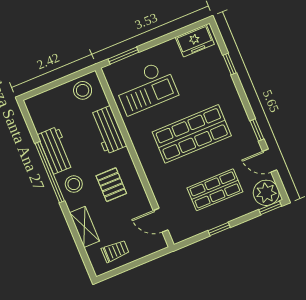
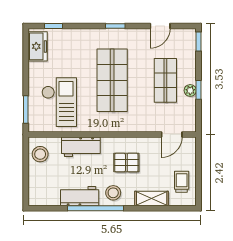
window: (230, 64) -> (53, 26), moved
window: (257, 130) -> (115, 26), moved
plant: (266, 193) -> (190, 90), moved, width x0.53, depth x0.53

